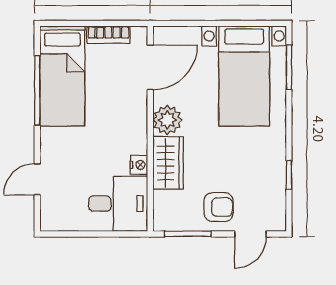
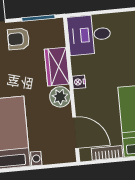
door: (150, 67) -> (76, 133), swing flipped
nightstand: (139, 165) -> (79, 82), moved

